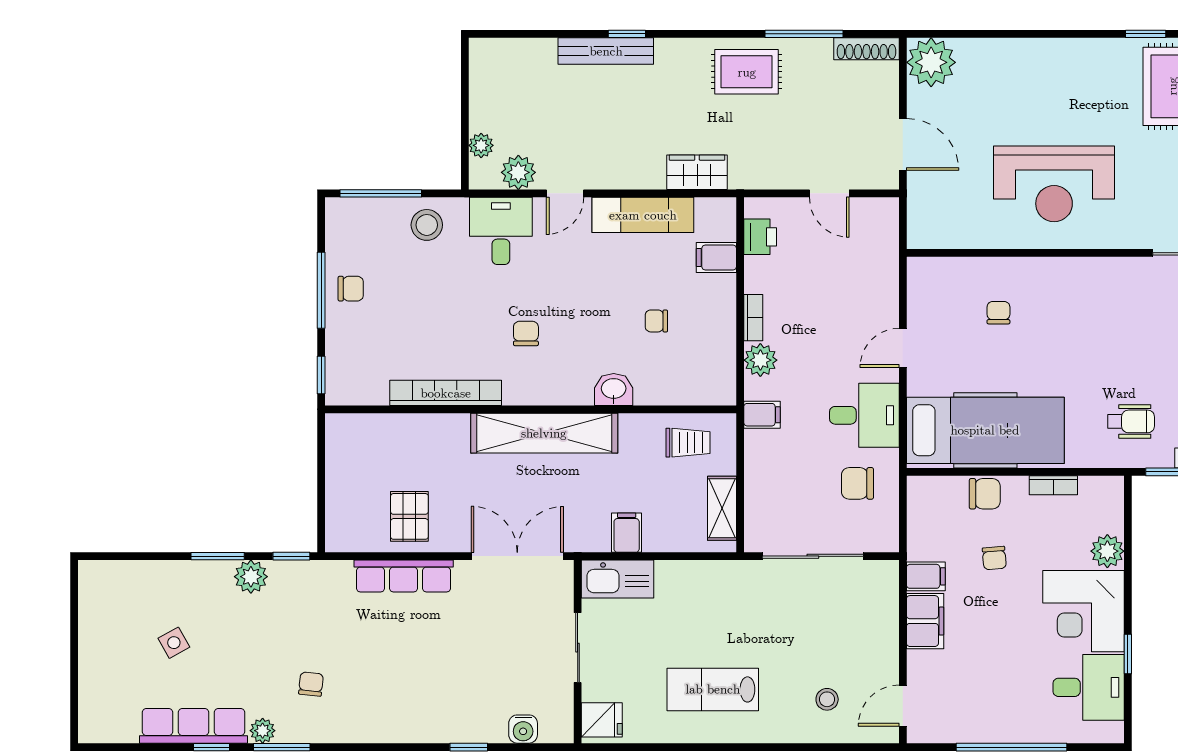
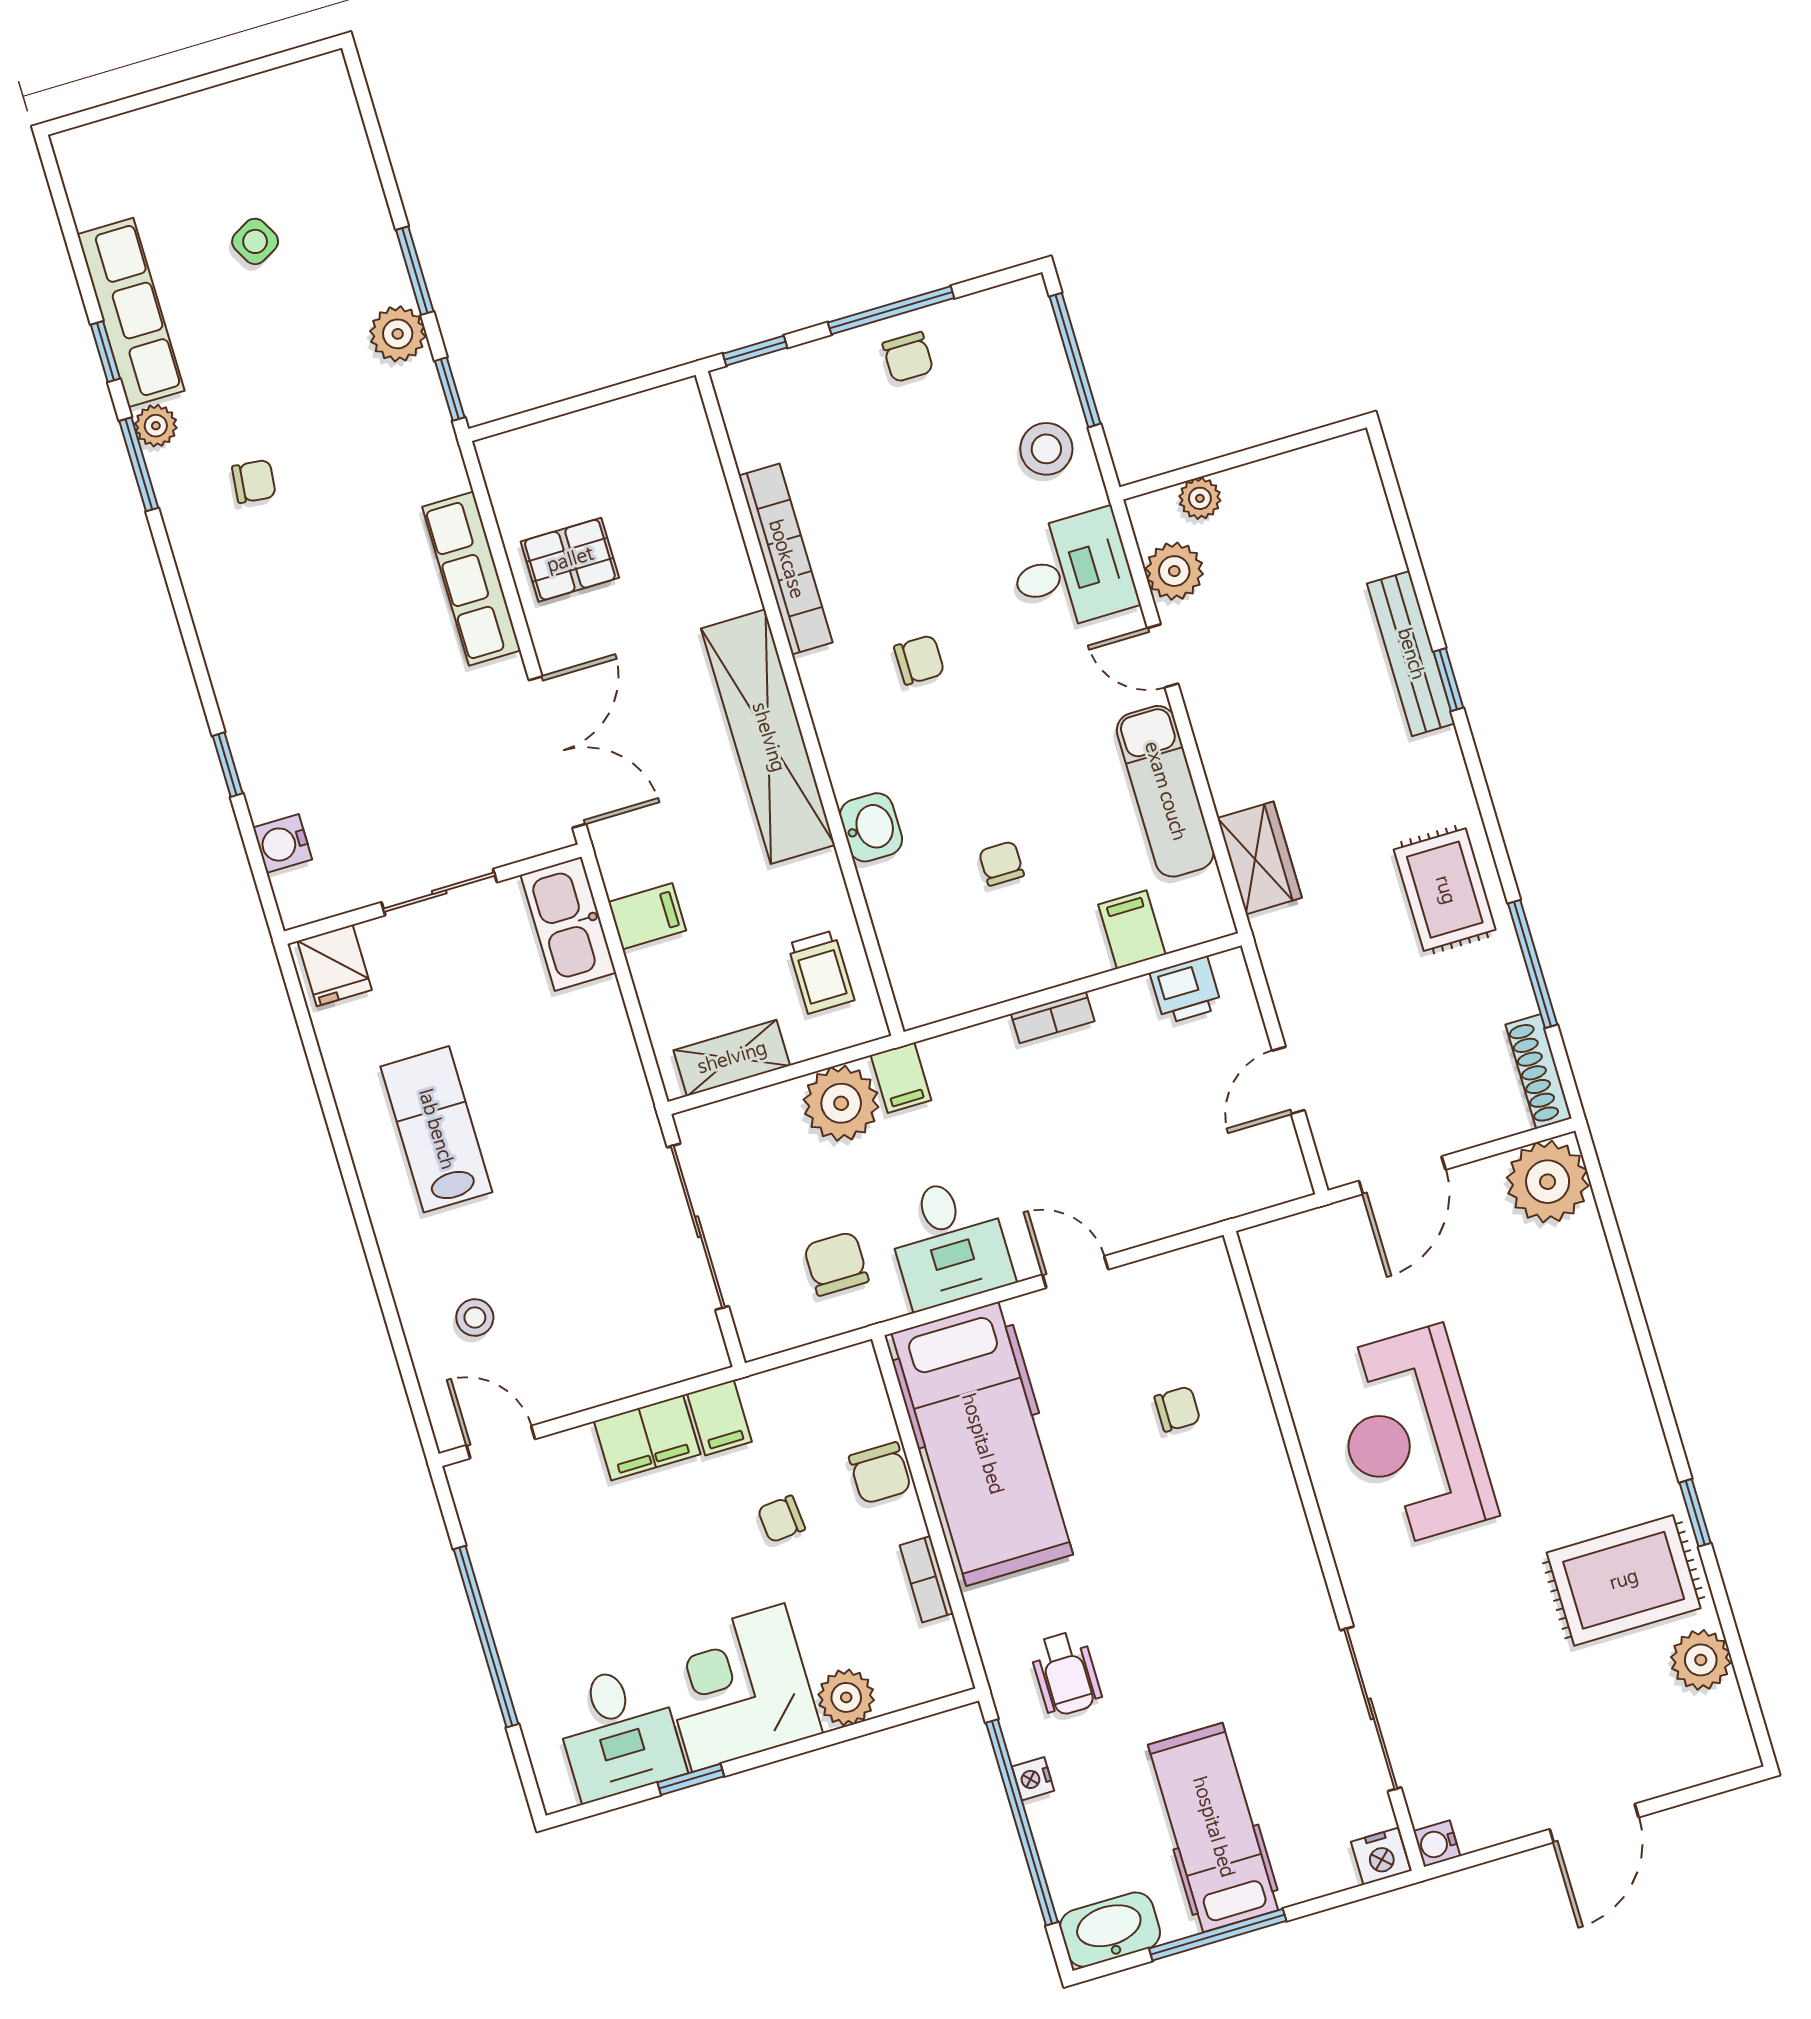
plant: (760, 360) -> (841, 1103), moved, width x1.36, depth x1.36

